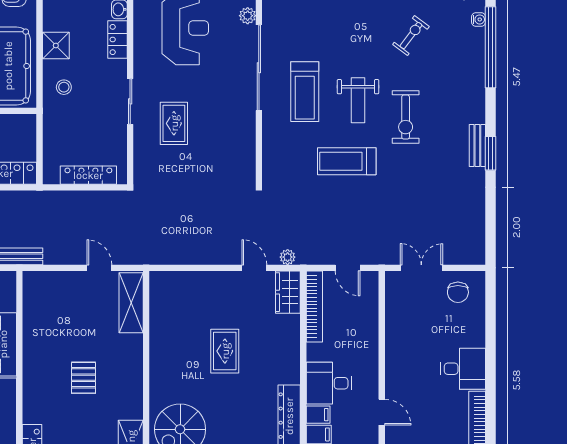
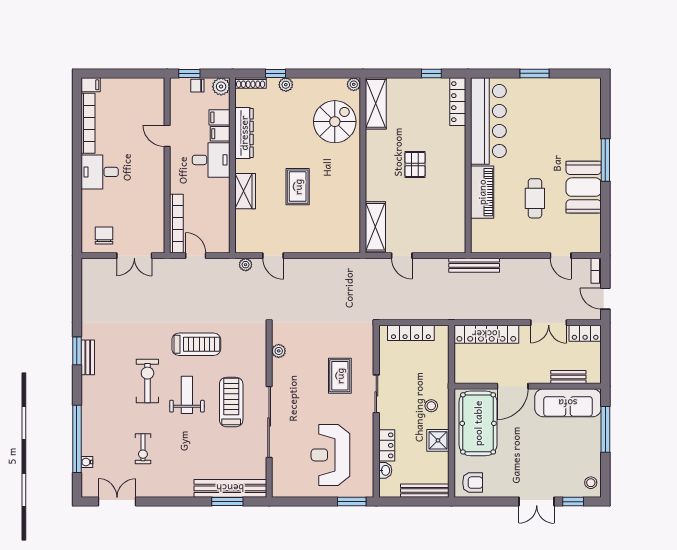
plant: (248, 16) -> (279, 351), moved
exercise bike: (411, 36) -> (143, 449), turned -37
wardrobe: (288, 292) -> (245, 191), moved
bookcase: (314, 306) -> (176, 224), moved, turned 180

